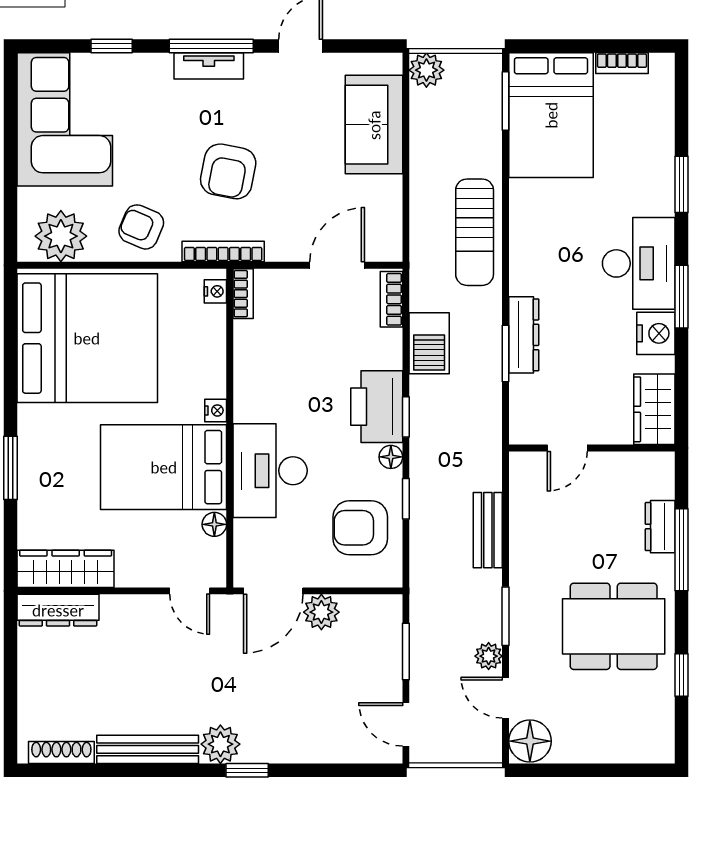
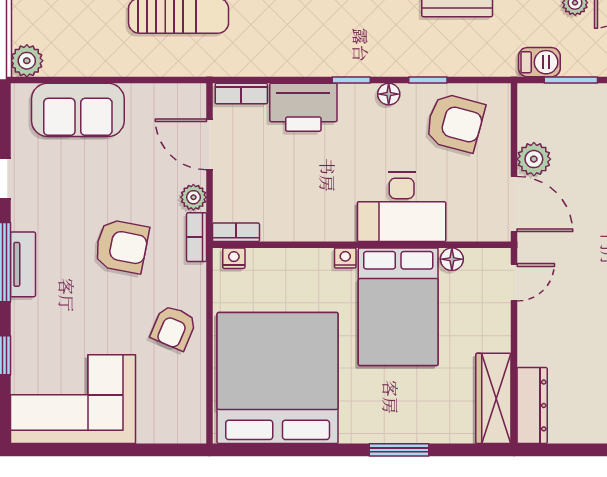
plant: (61, 236) -> (193, 197), moved, width x0.53, depth x0.53
bookcase: (223, 251) -> (197, 237), width x0.64
barbecue: (429, 343) -> (539, 62), moved, width x0.73, depth x0.79
printer: (377, 407) -> (303, 107), moved
armchair: (360, 528) -> (455, 123), turned -75

